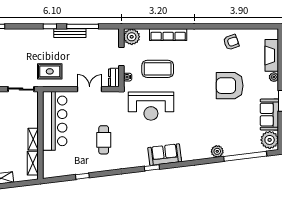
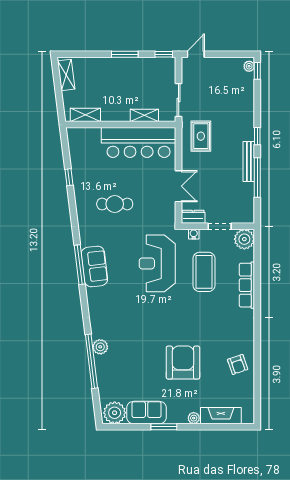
shelving: (33, 139) -> (144, 115), moved
sofa: (165, 155) -> (94, 266), moved
window: (245, 156) -> (91, 361), moved
window: (152, 168) -> (80, 265), width x2.17

